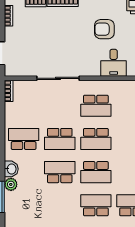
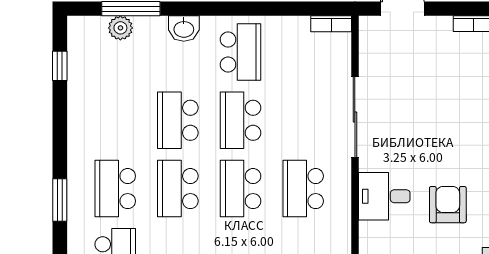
desk: (114, 63) -> (384, 196), moved
school desk: (60, 172) -> (178, 120), turned 180
plant: (11, 184) -> (120, 28), moved
school desk: (96, 205) -> (115, 189), turned 180

